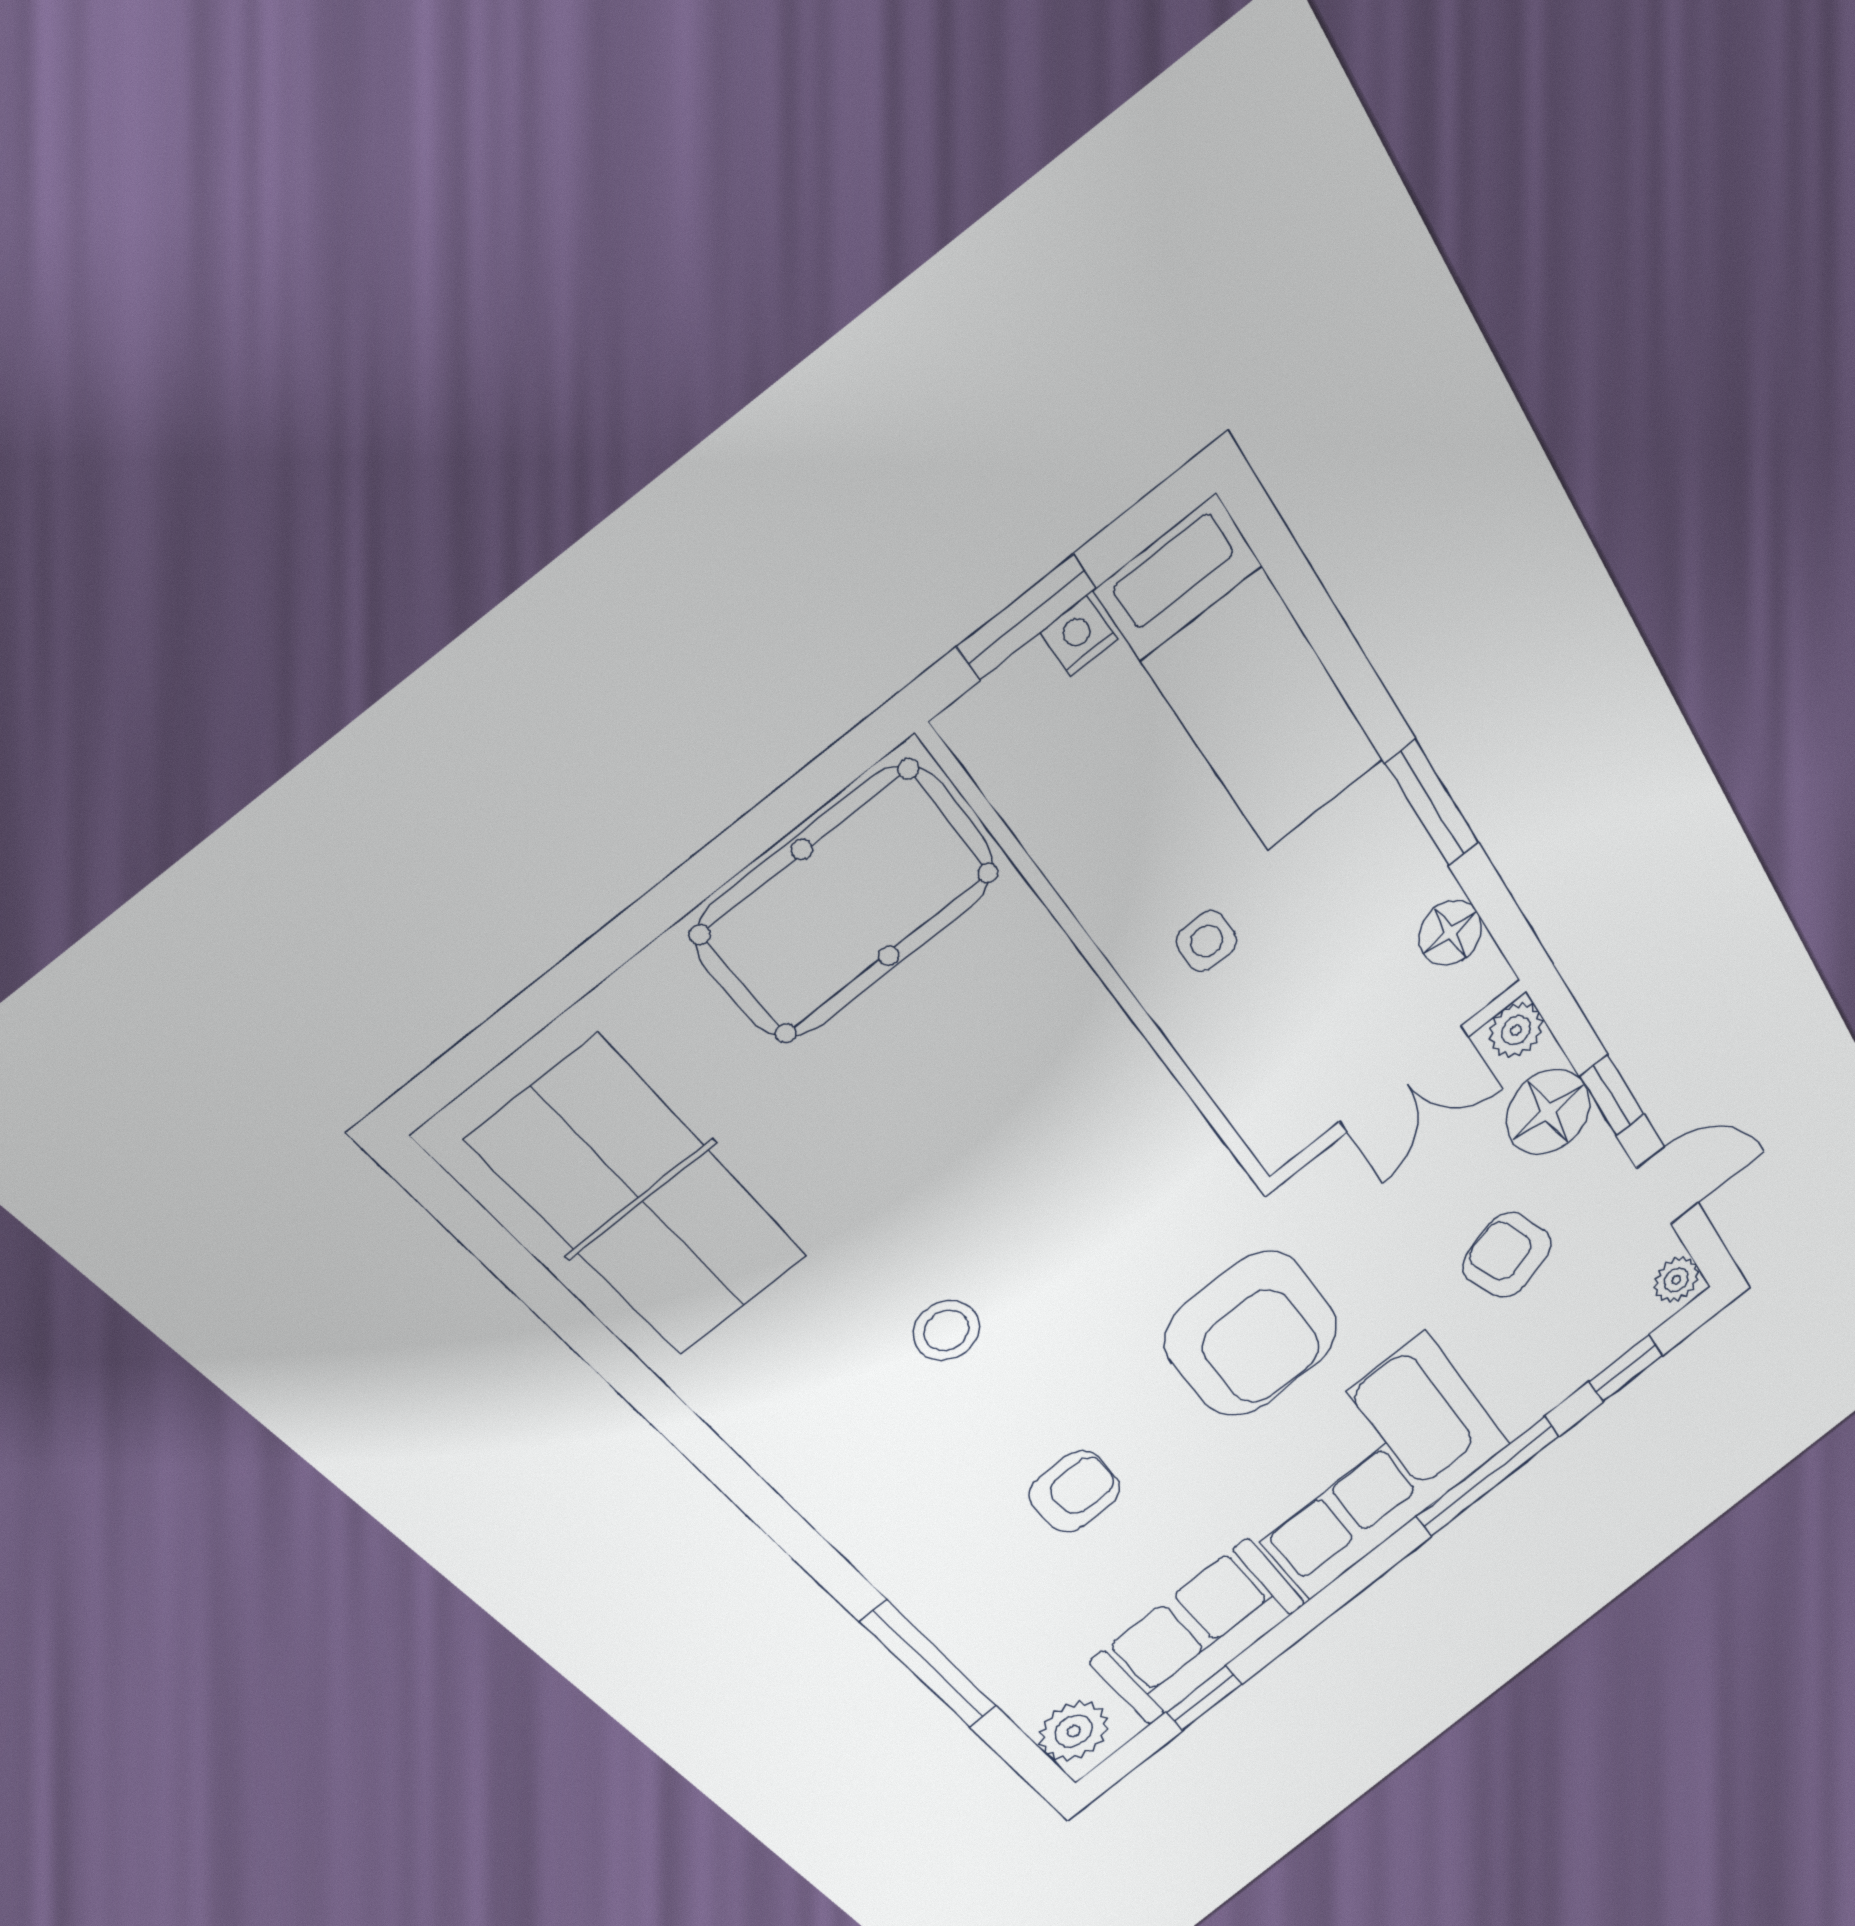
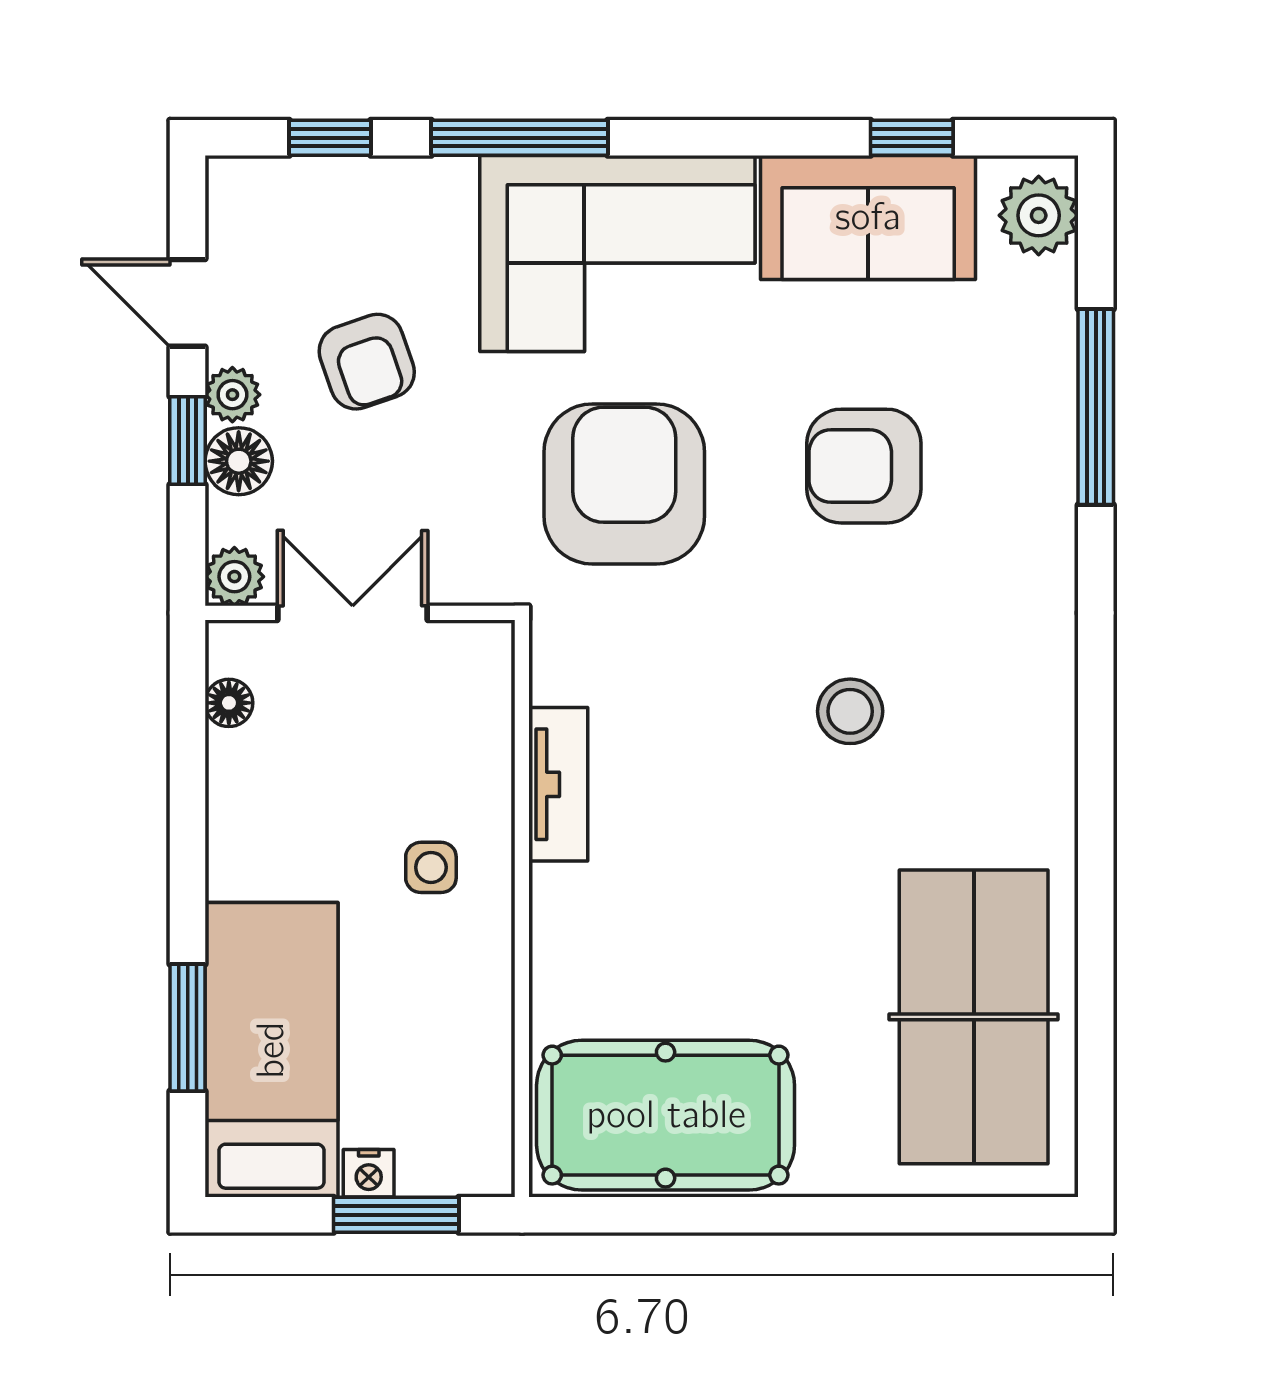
window: (1432, 803) -> (188, 1028), moved
floor lamp: (1450, 933) -> (229, 703), width x0.73, depth x0.73
tv unit: (1146, 1089) -> (558, 784), added
floor lamp: (1548, 1112) -> (239, 461), width x0.73, depth x0.73
plant: (1676, 1280) -> (232, 395), moved
armchair: (1074, 1492) -> (864, 466), width x1.38, depth x1.38

